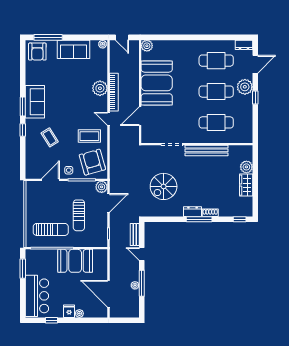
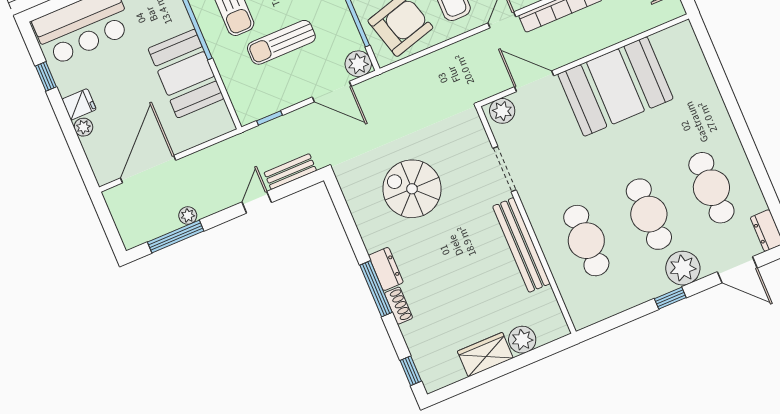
plant: (147, 46) -> (502, 111), moved
window: (142, 283) -> (176, 237), moved

